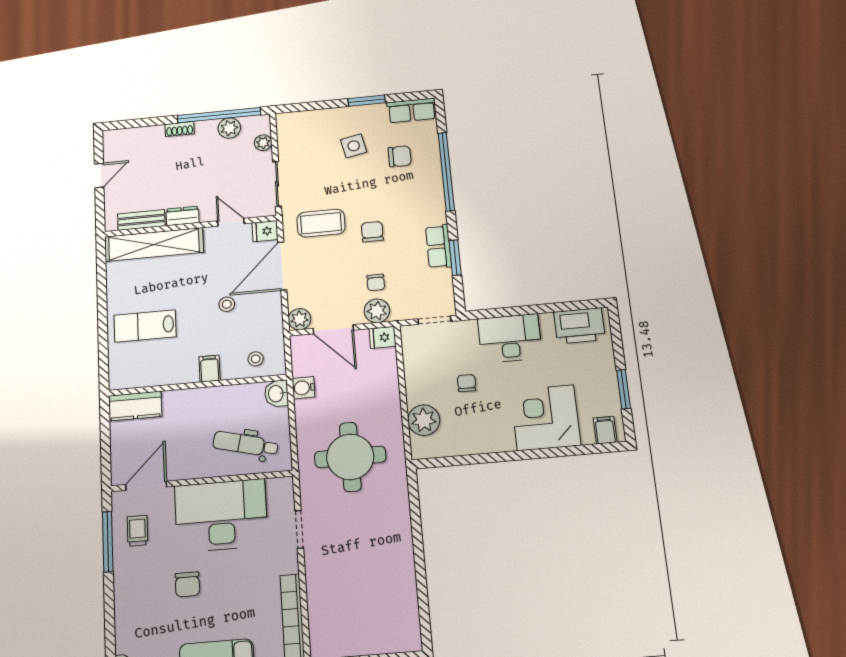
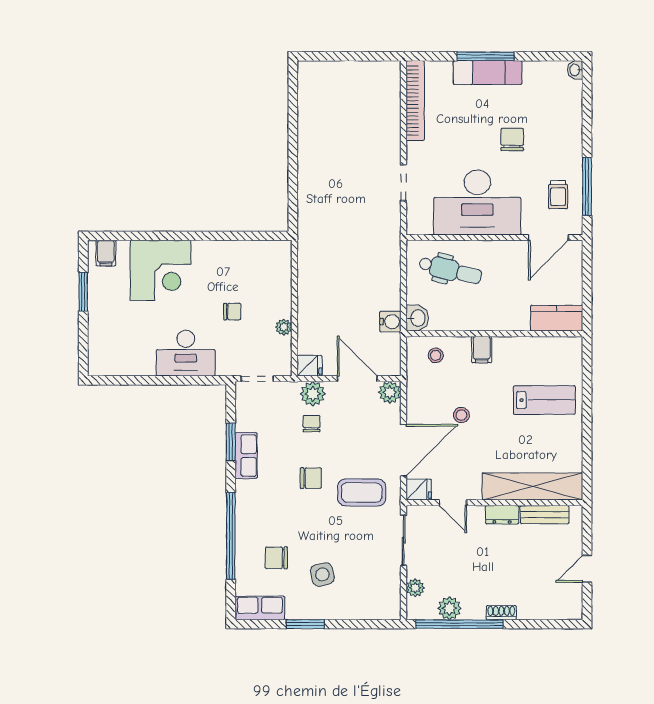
chair: (372, 232) -> (311, 478), turned -90
printer: (579, 326) -> (117, 359), removed
chair: (467, 383) -> (232, 312), turned -92
plant: (424, 420) -> (284, 327), moved, width x0.53, depth x0.53
round table: (350, 457) -> (350, 249), removed

